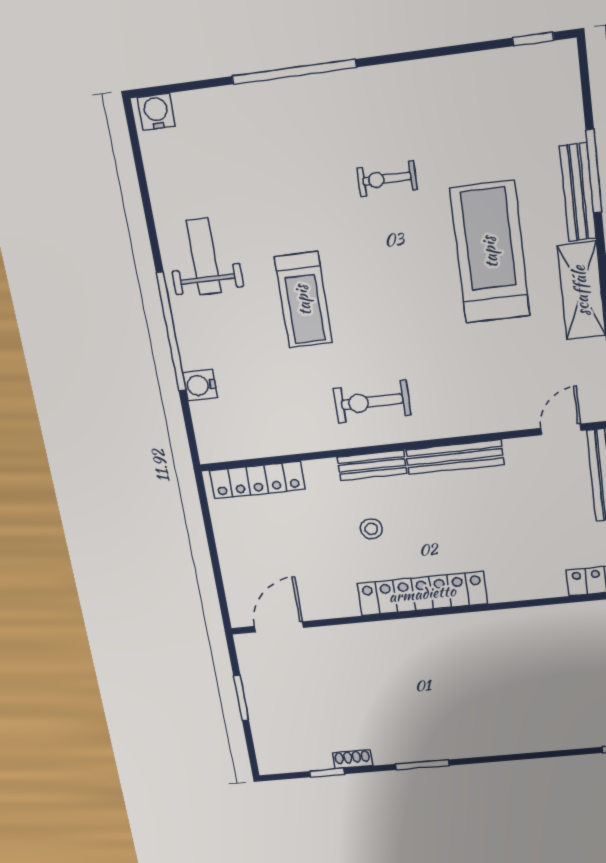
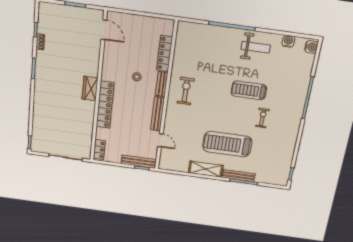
treadmill: (490, 252) -> (227, 144), turned 180
treadmill: (303, 300) -> (249, 90), moved
water cooler: (200, 385) -> (288, 41), moved
door: (561, 429) -> (160, 140), moved
locker: (257, 480) -> (165, 54), moved
locker: (422, 594) -> (105, 105), moved
wardrobe: (435, 632) -> (90, 89), added

